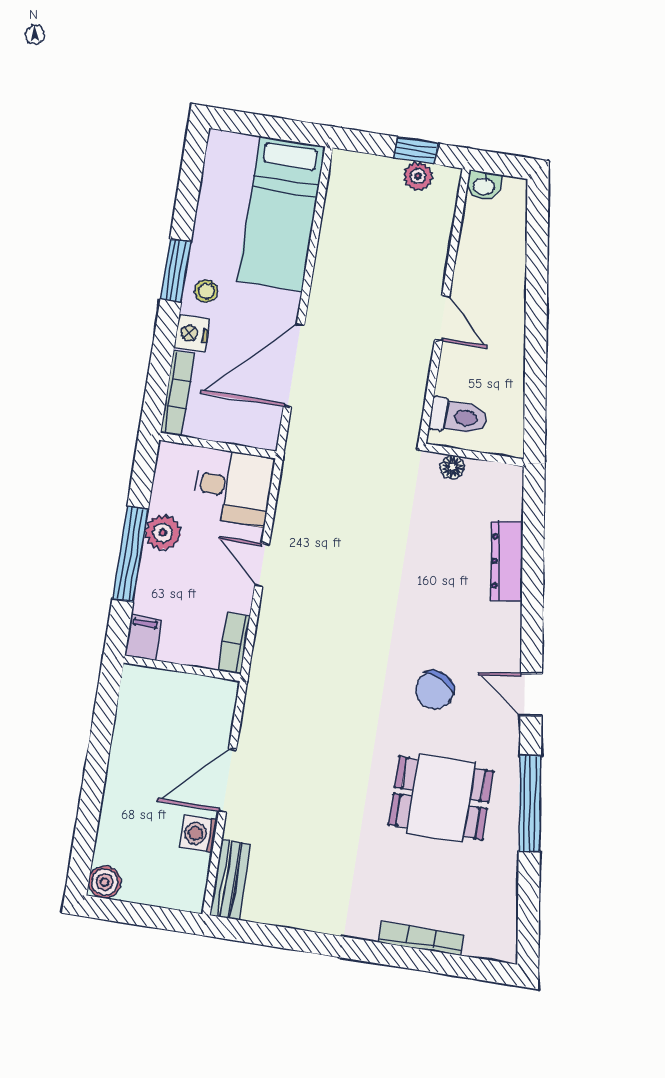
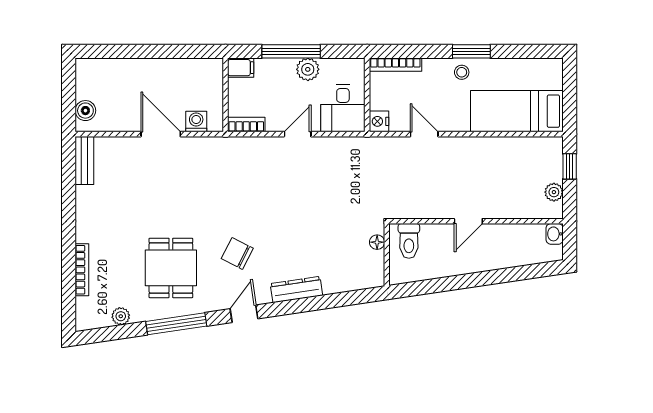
window: (416, 150) -> (570, 166), moved
nightstand: (192, 334) -> (379, 121), moved, turned -90
door: (294, 366) -> (424, 134), width x0.53
dresser: (507, 561) -> (296, 290), moved
washing machine: (199, 834) -> (196, 122), moved
bench: (230, 880) -> (84, 160), moved, turned 90
boiler: (105, 882) -> (85, 111), moved
plant: (504, 889) -> (121, 316), added

